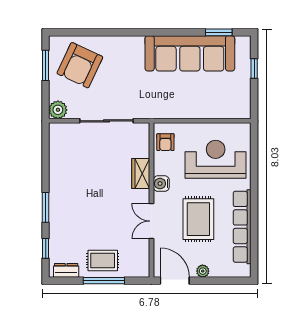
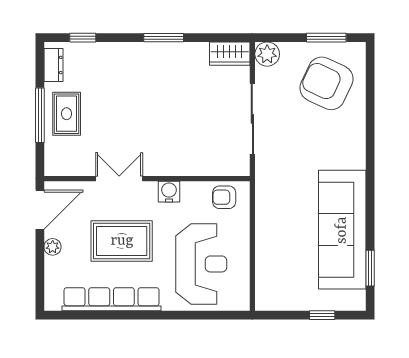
wardrobe: (141, 174) -> (230, 54), moved, turned 180
window: (46, 207) -> (164, 38), moved

